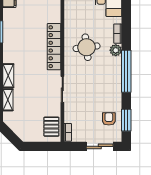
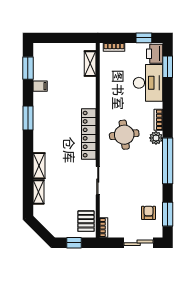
window: (40, 146) -> (74, 243), added

